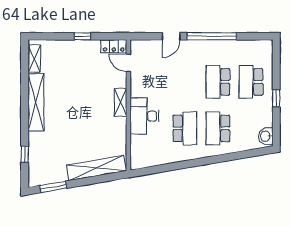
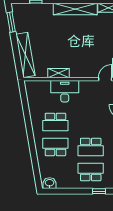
school desk: (218, 82) -> (91, 147), turned 180
window: (276, 98) -> (99, 191), moved
shelving: (120, 102) -> (59, 73), moved

